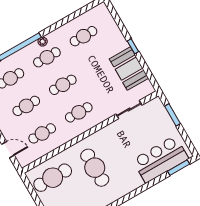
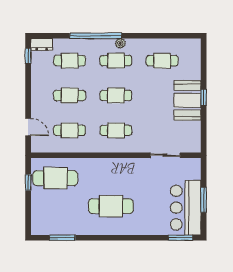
booth: (129, 69) -> (188, 100), moved
window: (173, 115) -> (204, 200), moved
bar counter: (161, 159) -> (186, 208), moved, turned -90
cafe table: (95, 168) -> (111, 206), moved, turned 90
window: (33, 193) -> (28, 182), added

